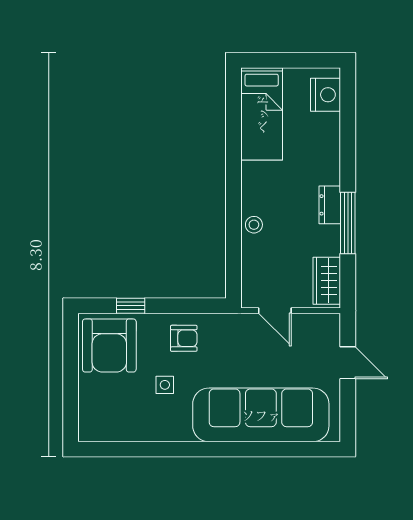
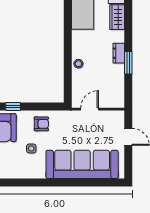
window: (348, 223) -> (128, 63), width x0.69
wardrobe: (327, 281) -> (117, 17), moved
door: (275, 311) -> (90, 109), swing flipped

